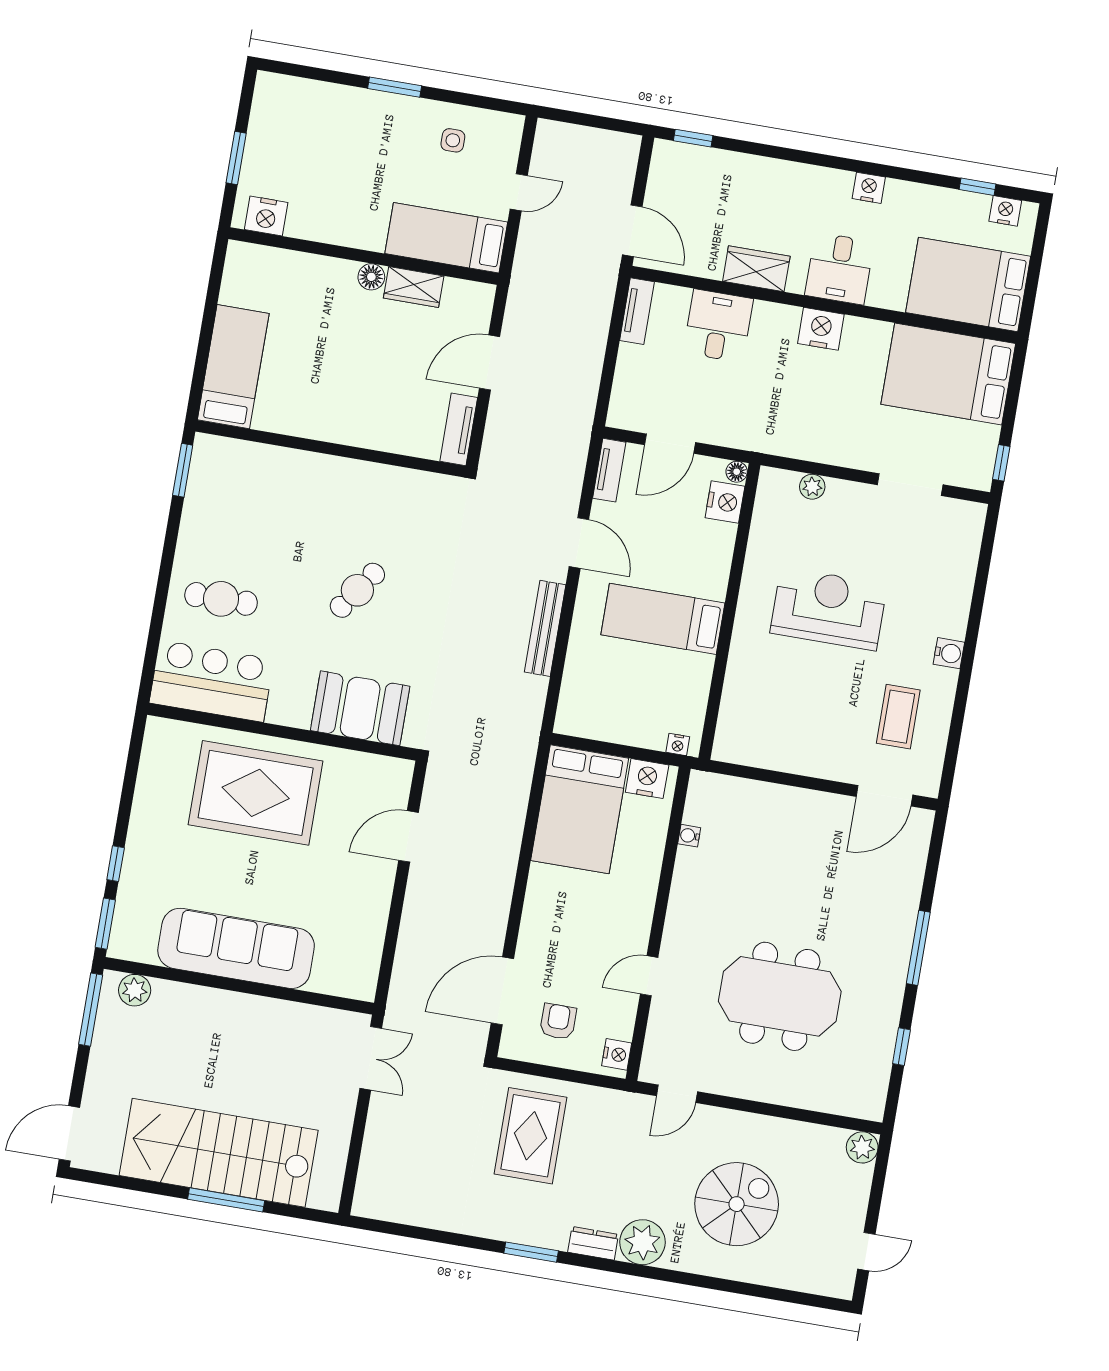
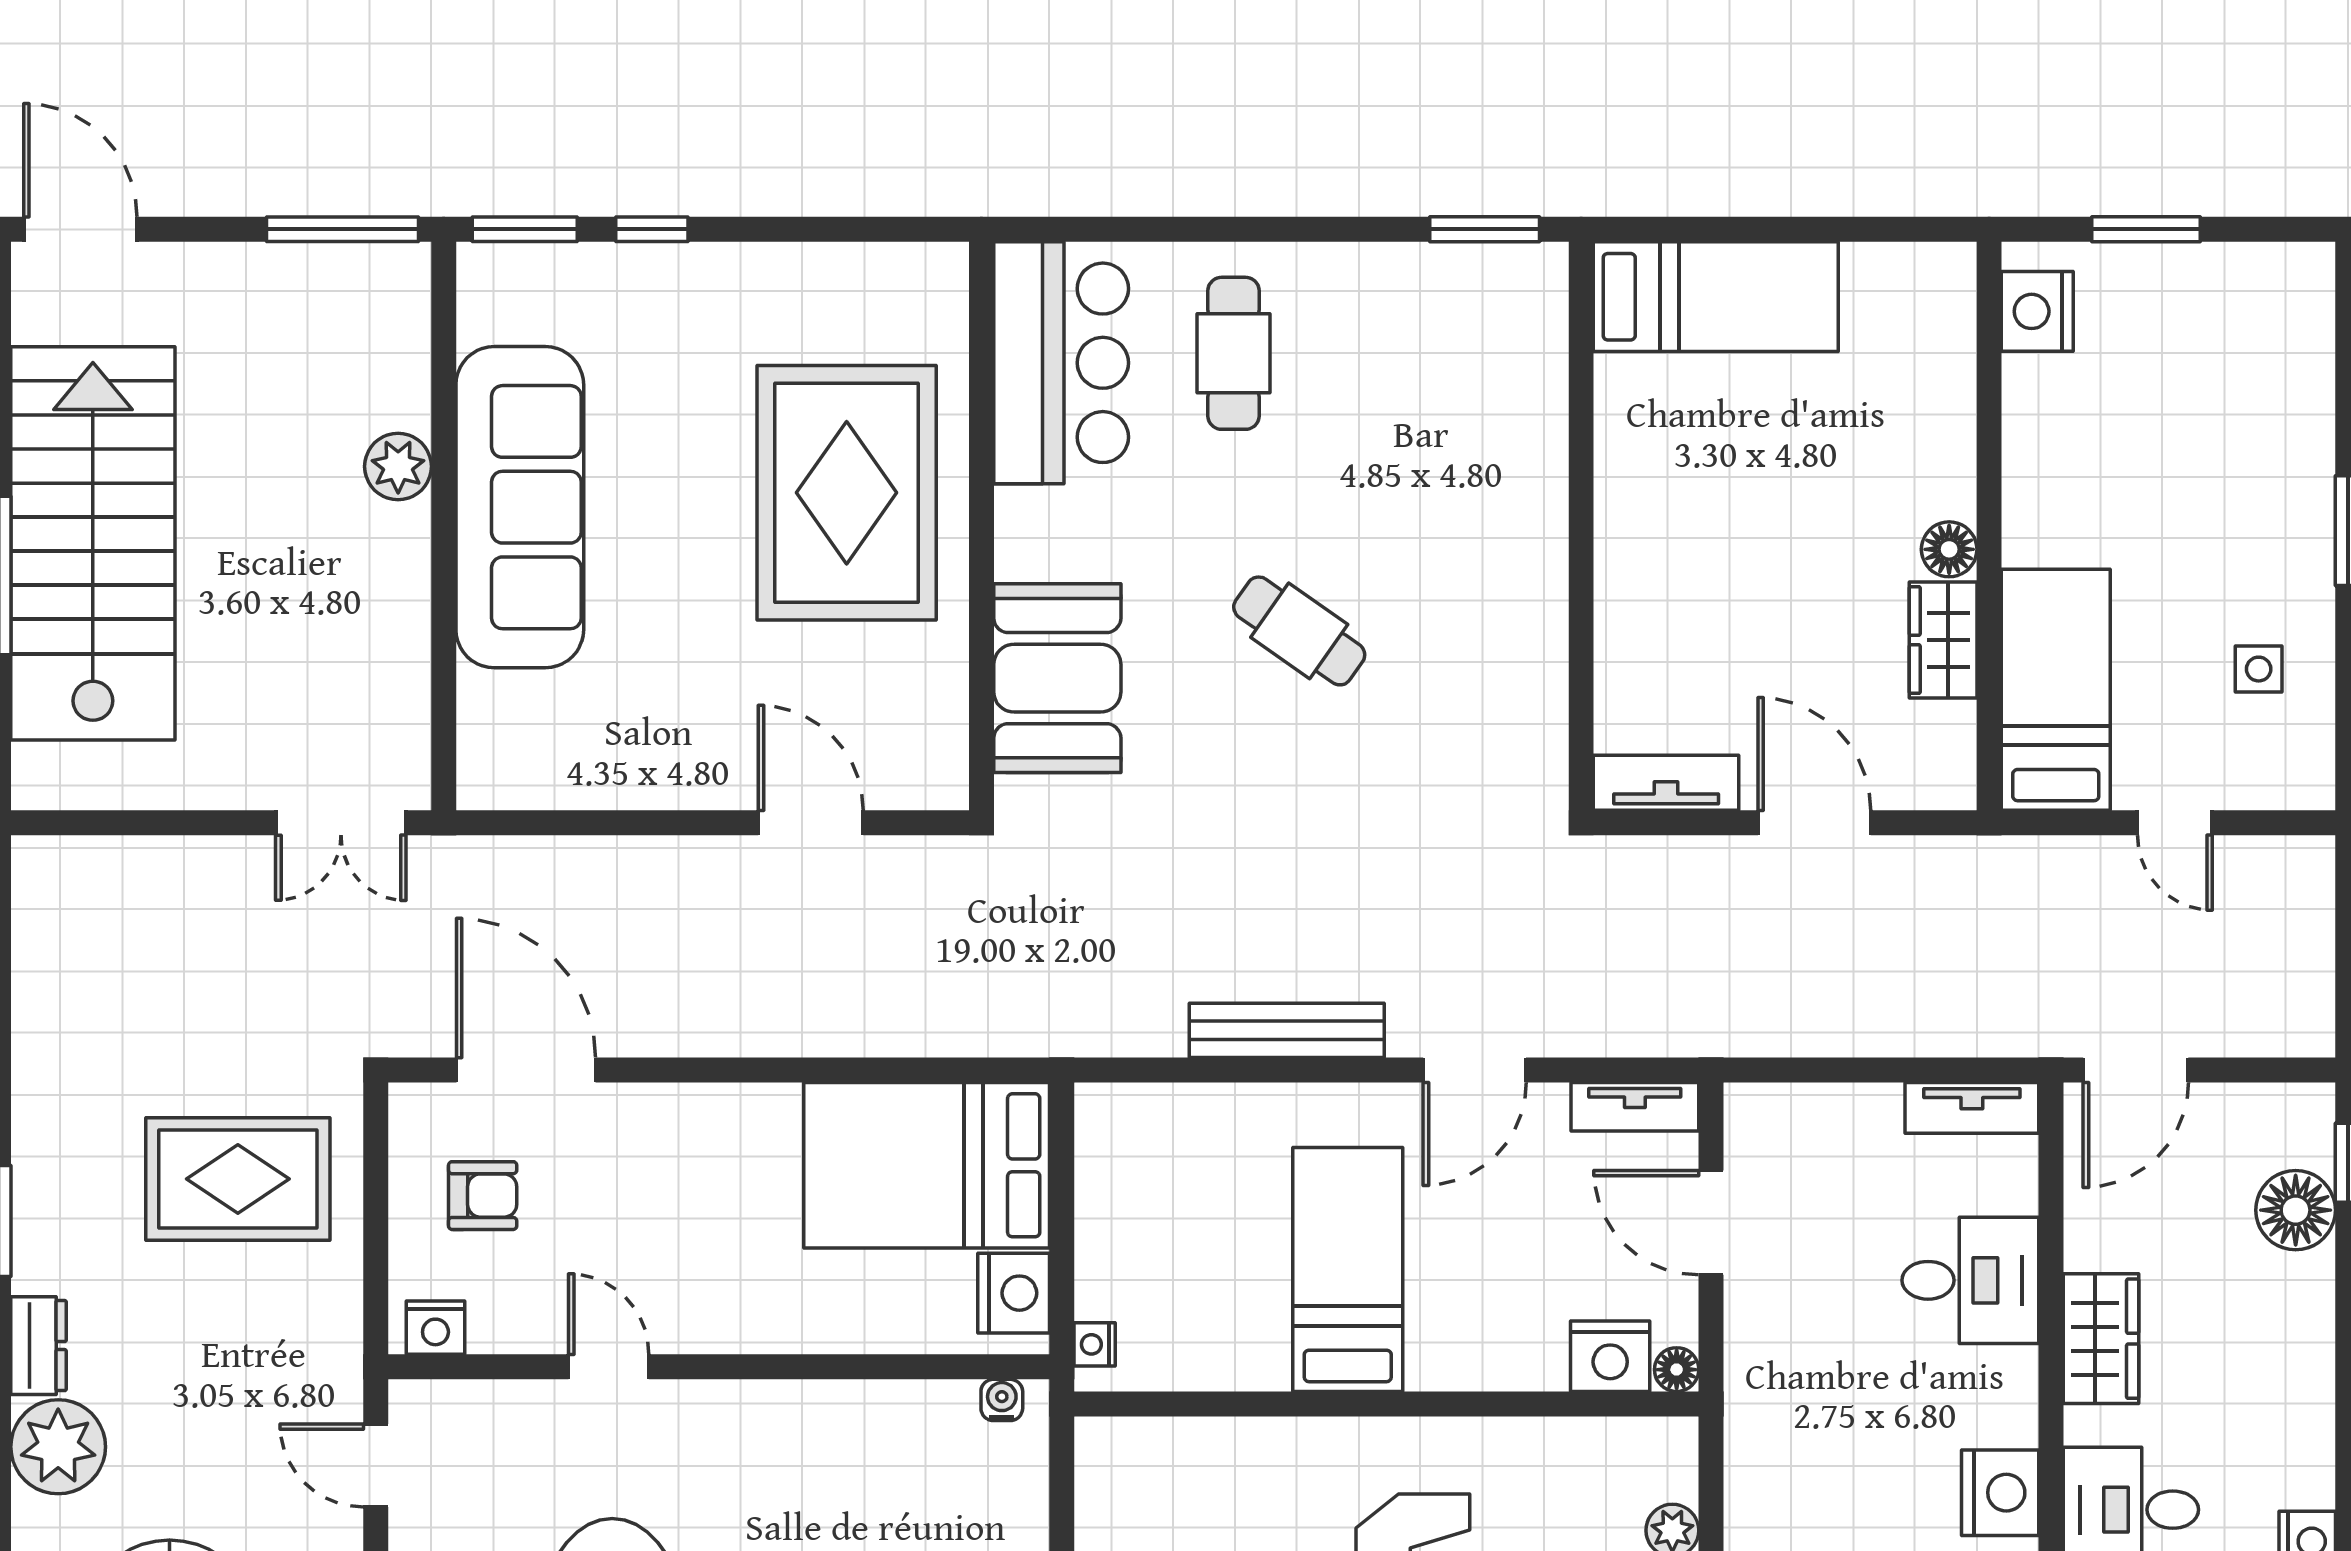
floor lamp: (711, 167) -> (2296, 1210), added
water cooler: (689, 836) -> (1002, 1400), moved
plant: (135, 990) -> (398, 466), moved

